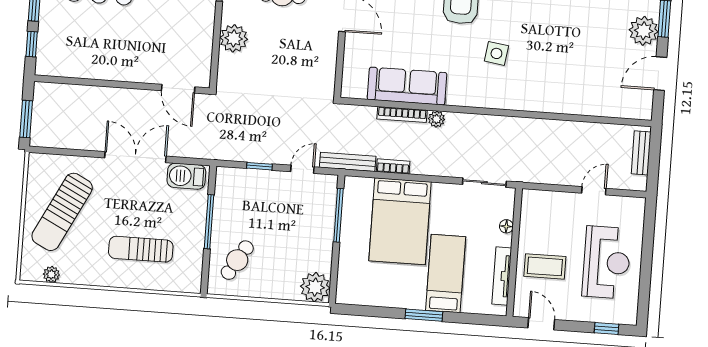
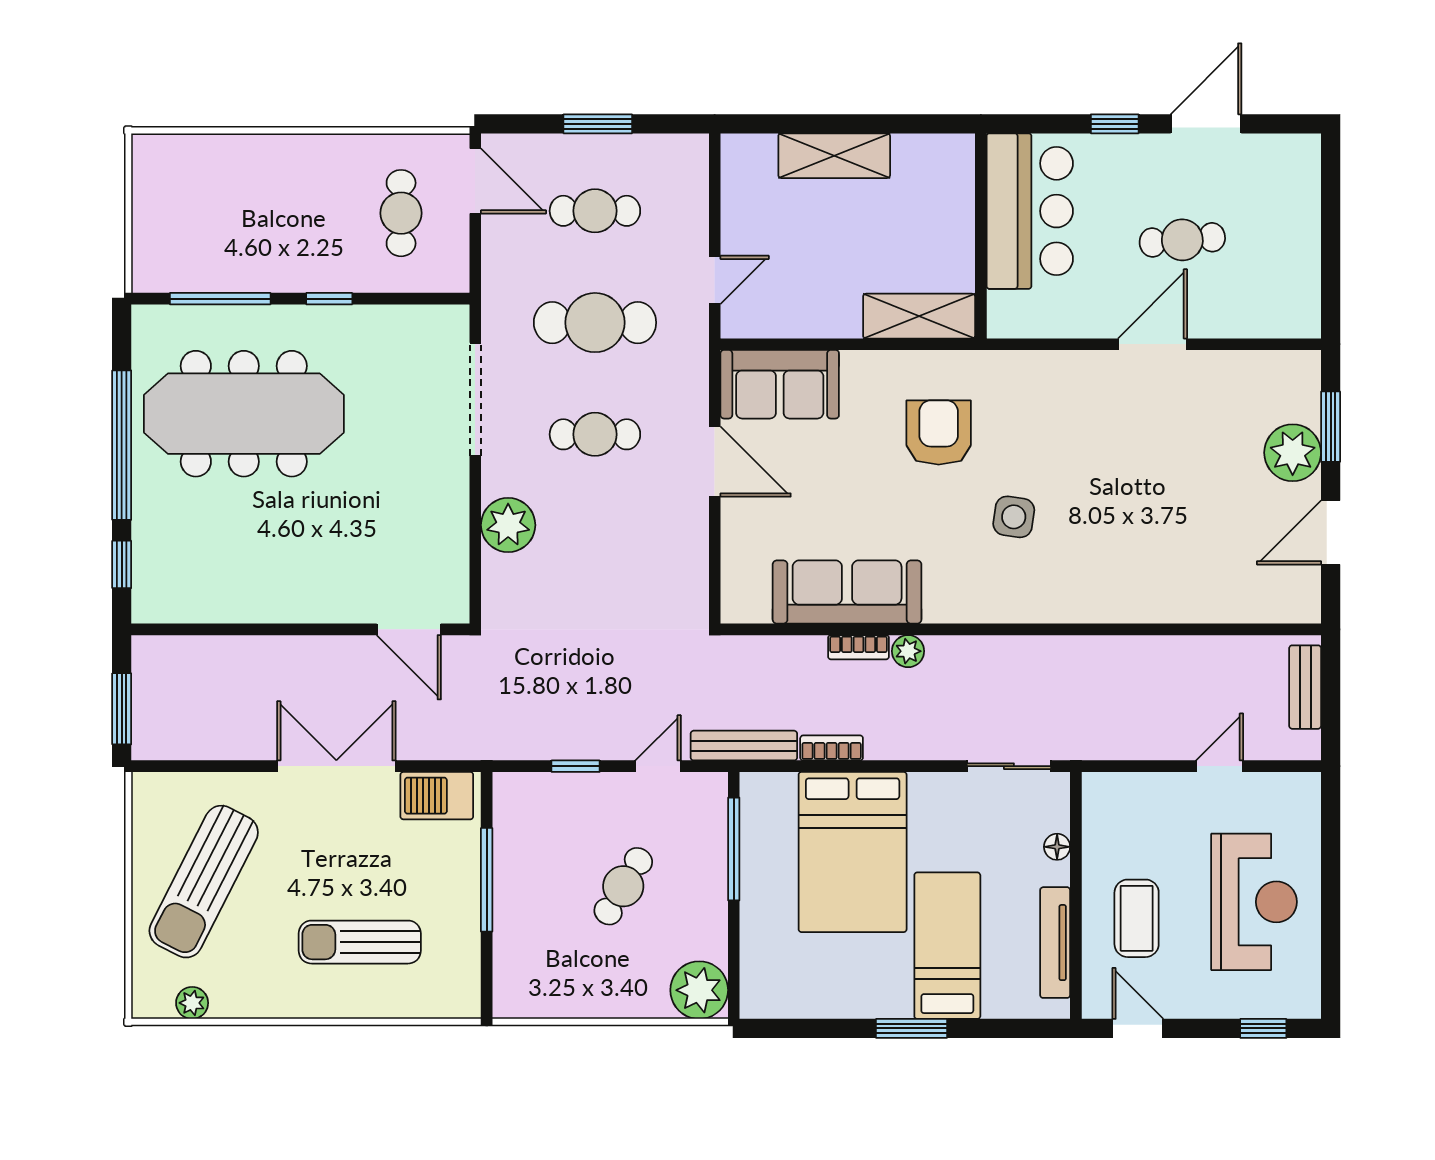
bookcase: (402, 115) -> (858, 647), width x0.64
cafe table: (237, 260) -> (623, 886), moved
coffee table: (545, 266) -> (1137, 918), turned 90

